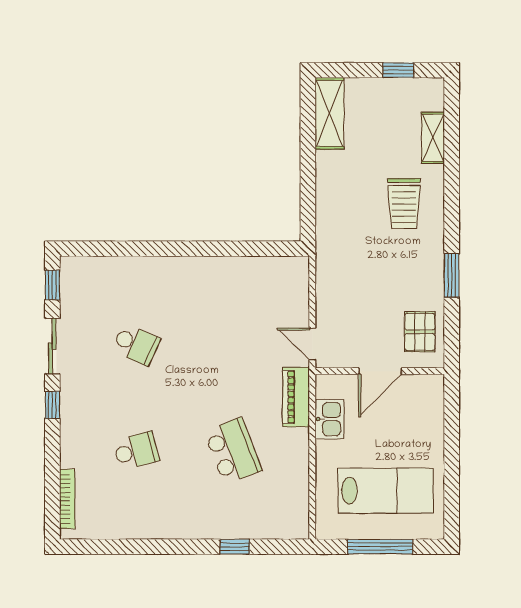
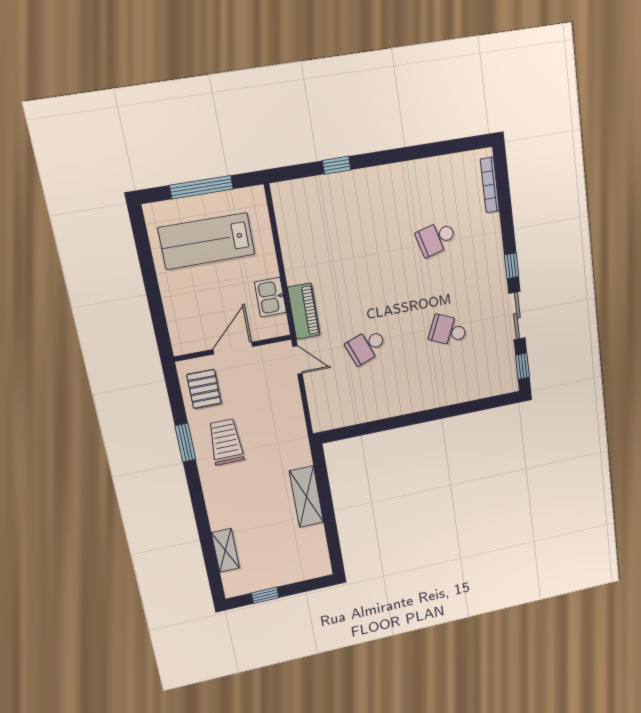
shelving: (330, 113) -> (306, 497), moved
trolley: (404, 204) -> (226, 442), moved
school desk: (233, 451) -> (366, 346), moved, width x0.54

